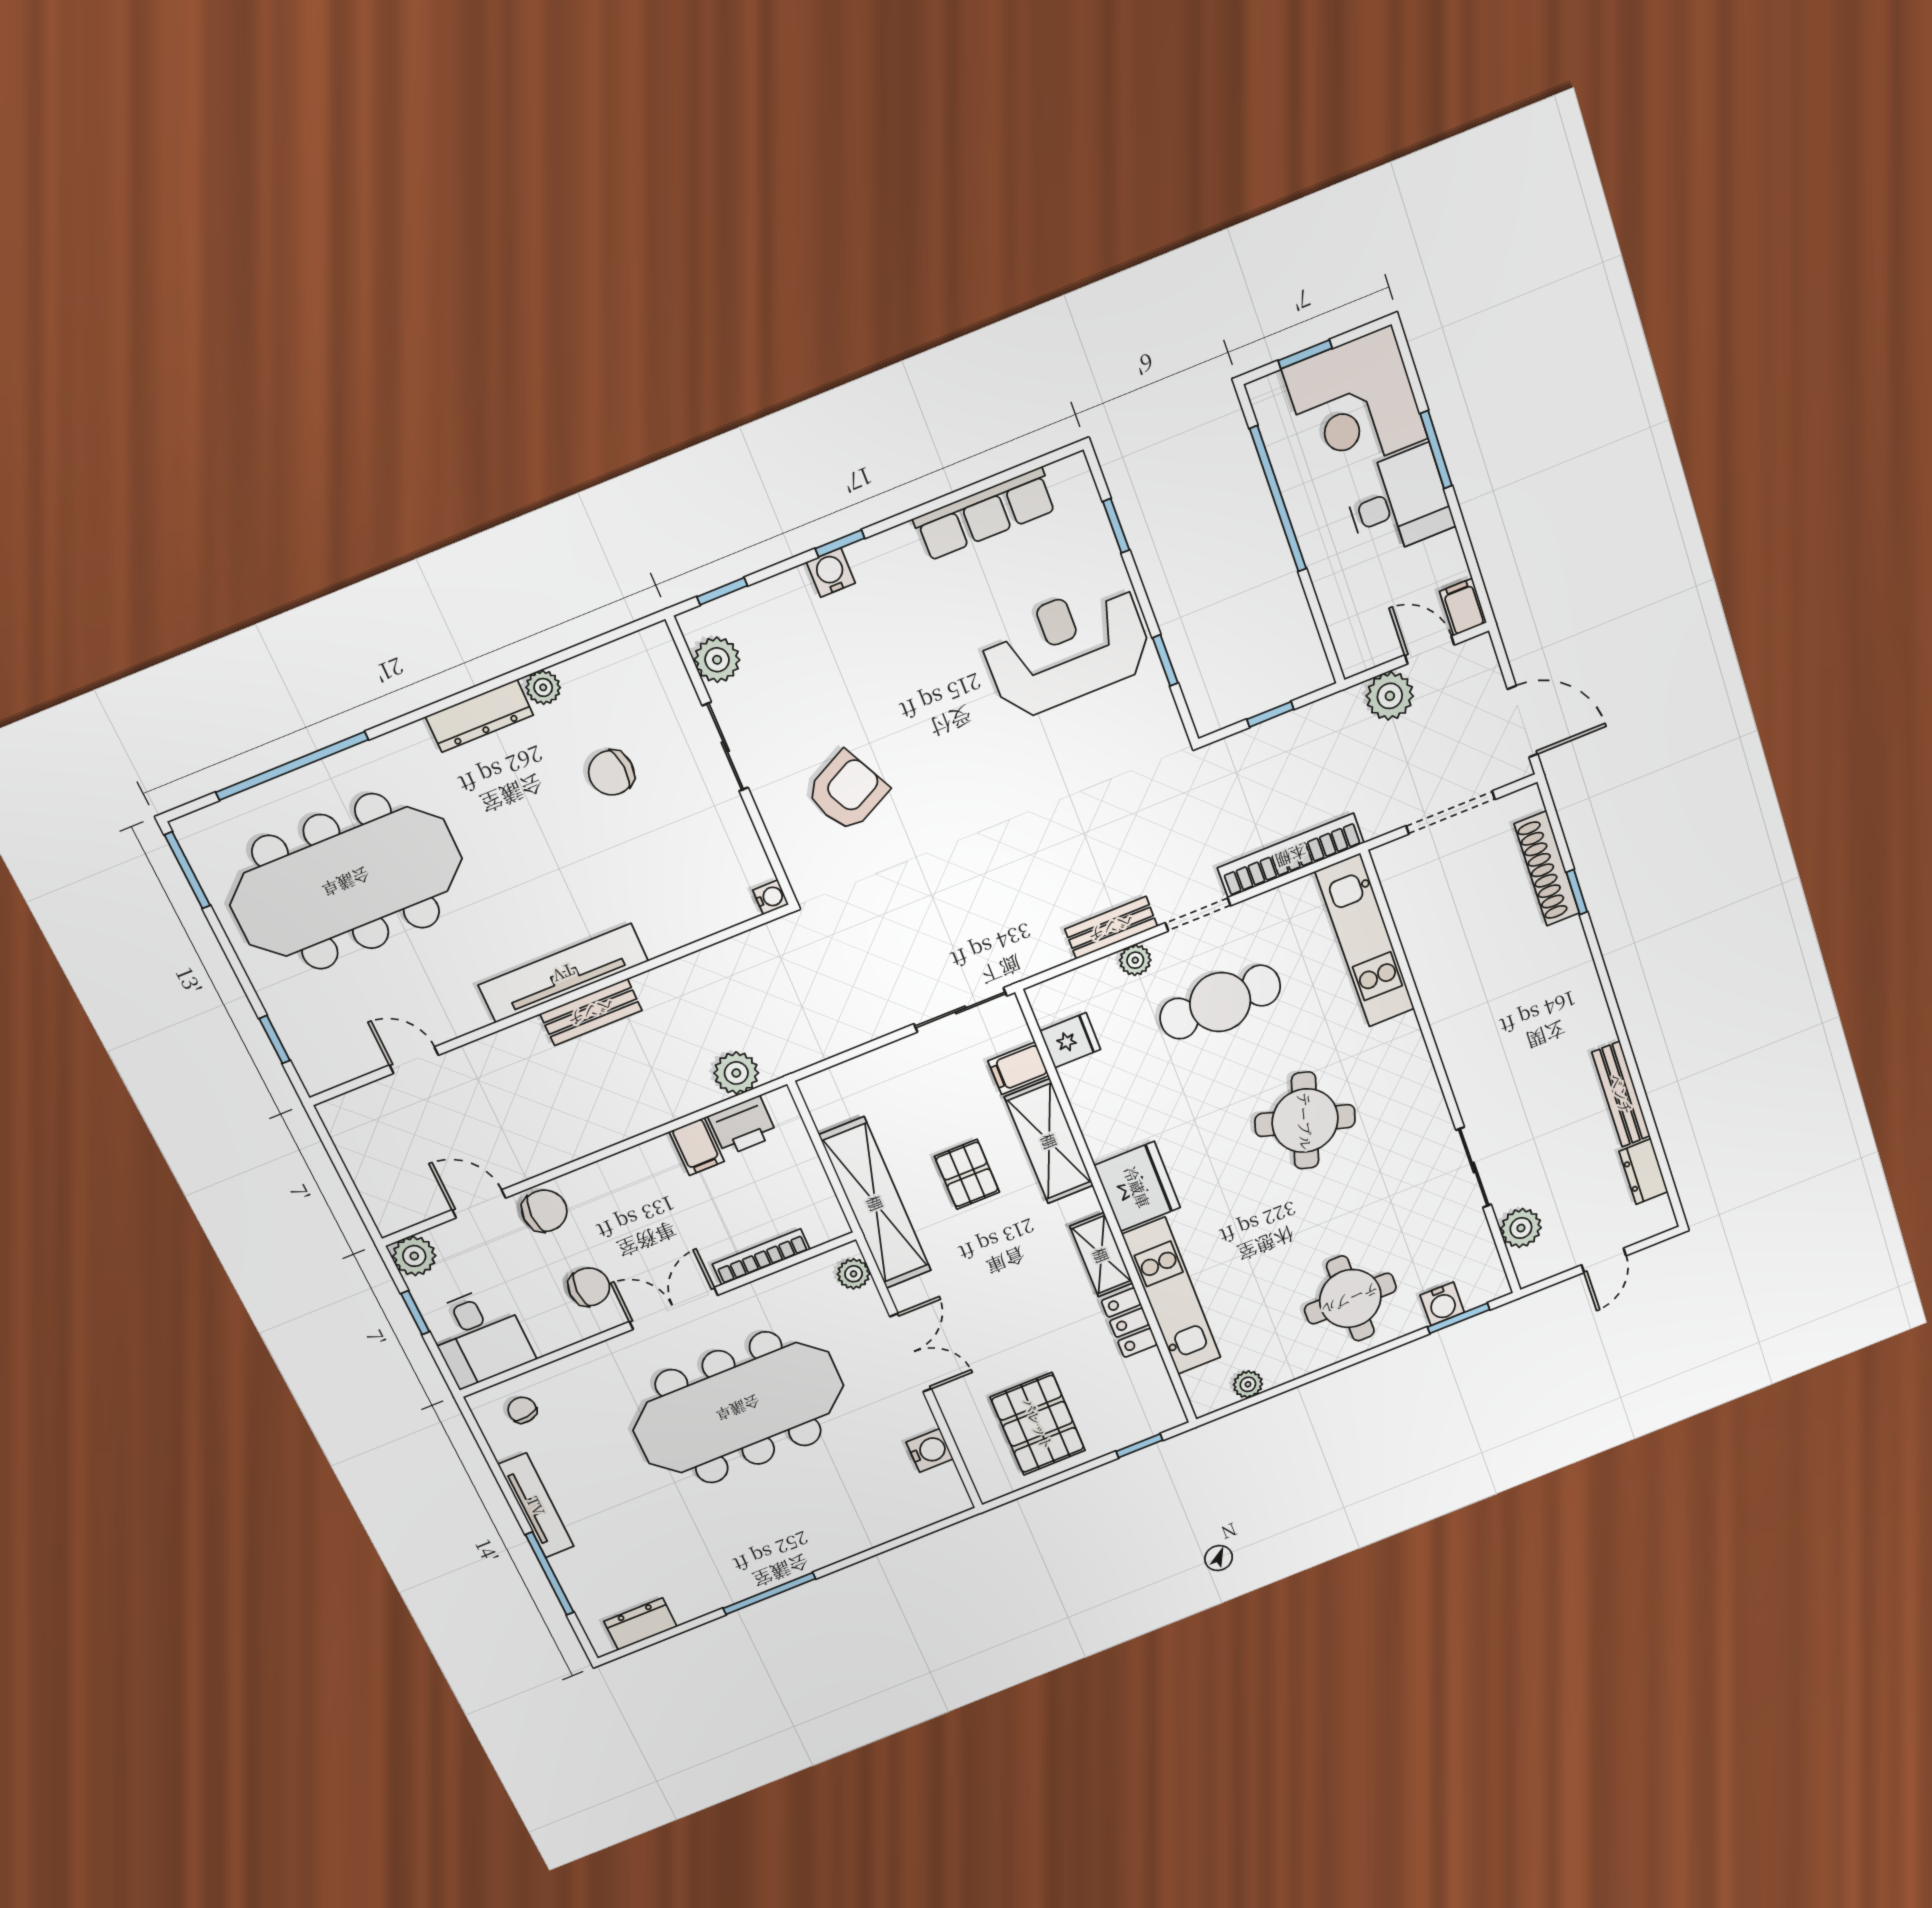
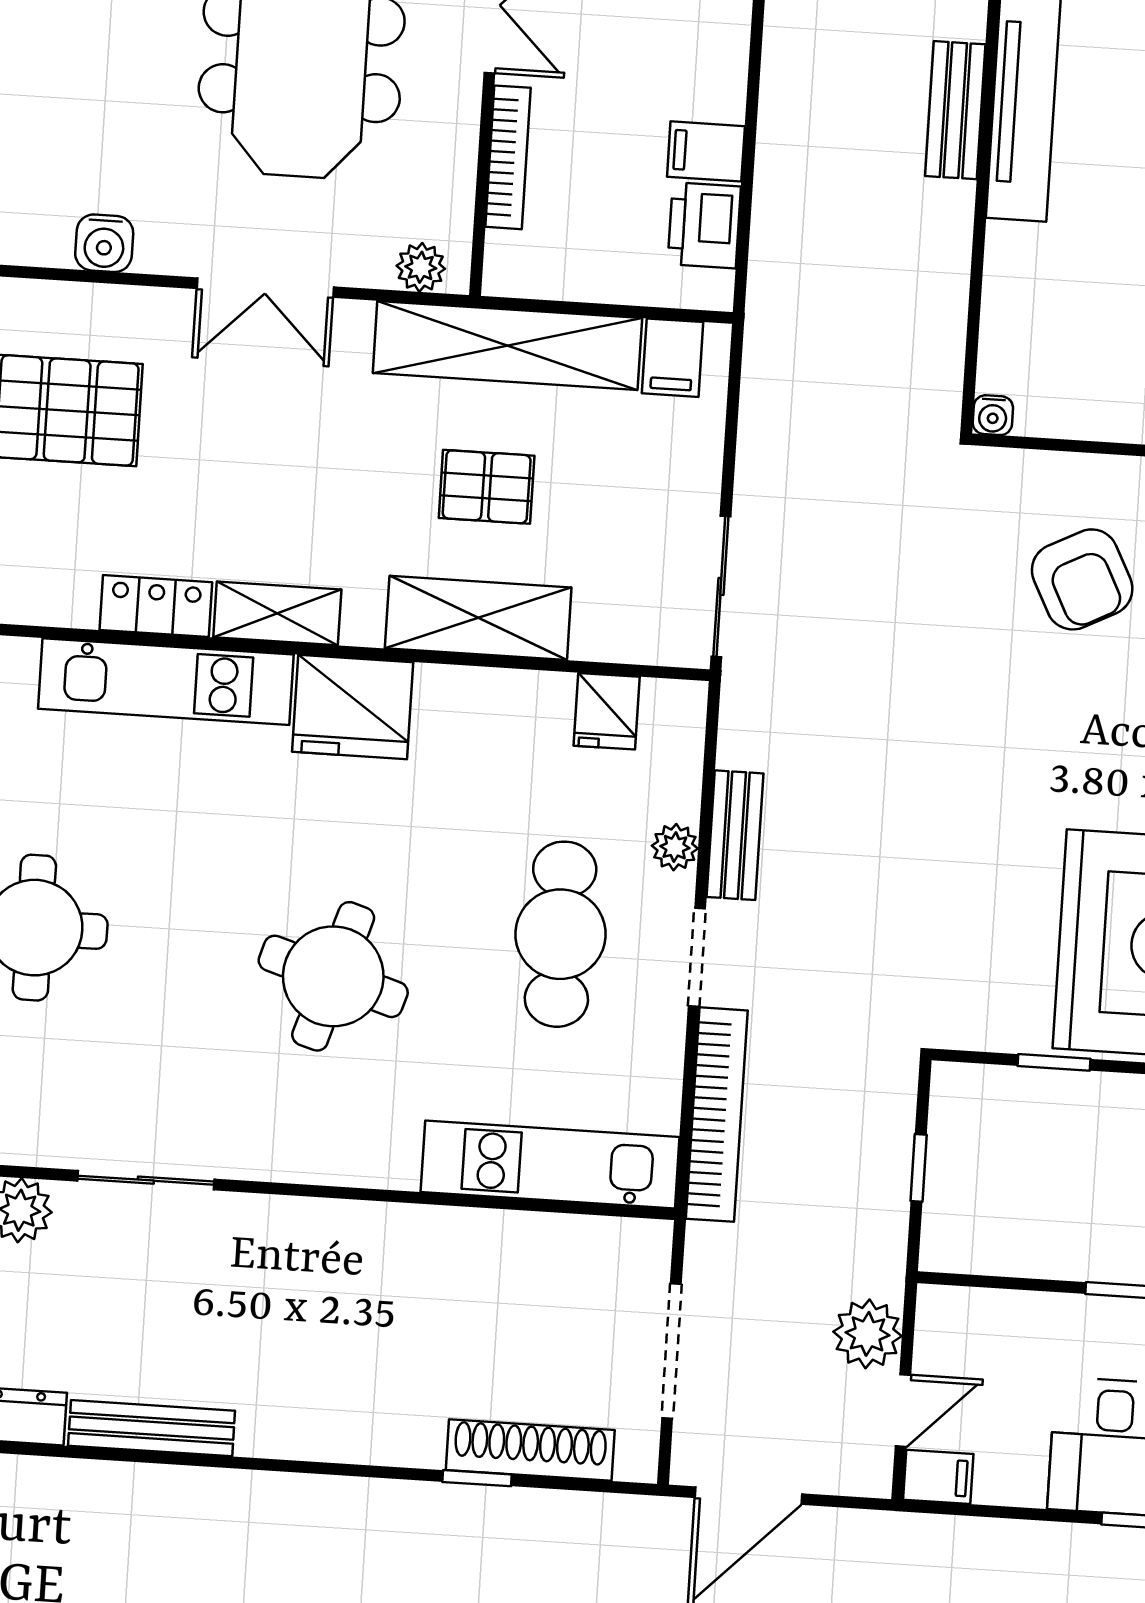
filing cabinet: (1018, 1068) -> (673, 358), moved, turned 180
plant: (736, 1073) -> (781, 254), removed

